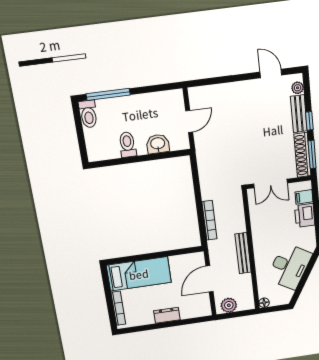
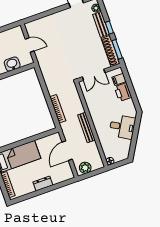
door: (189, 121) -> (30, 45), hinge flipped
desk: (289, 266) -> (122, 127), width x0.73

